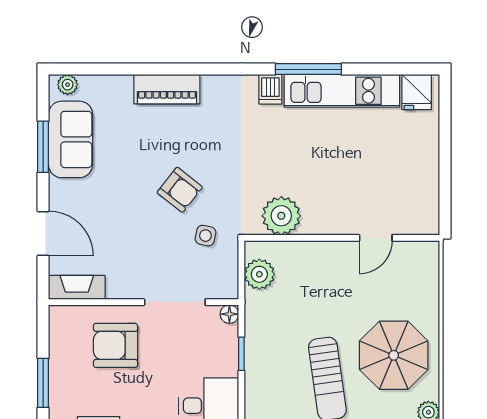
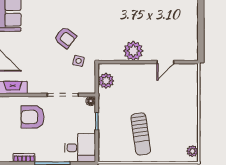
plant: (281, 216) -> (133, 51), moved
parasol: (394, 355) -> (175, 122), removed

